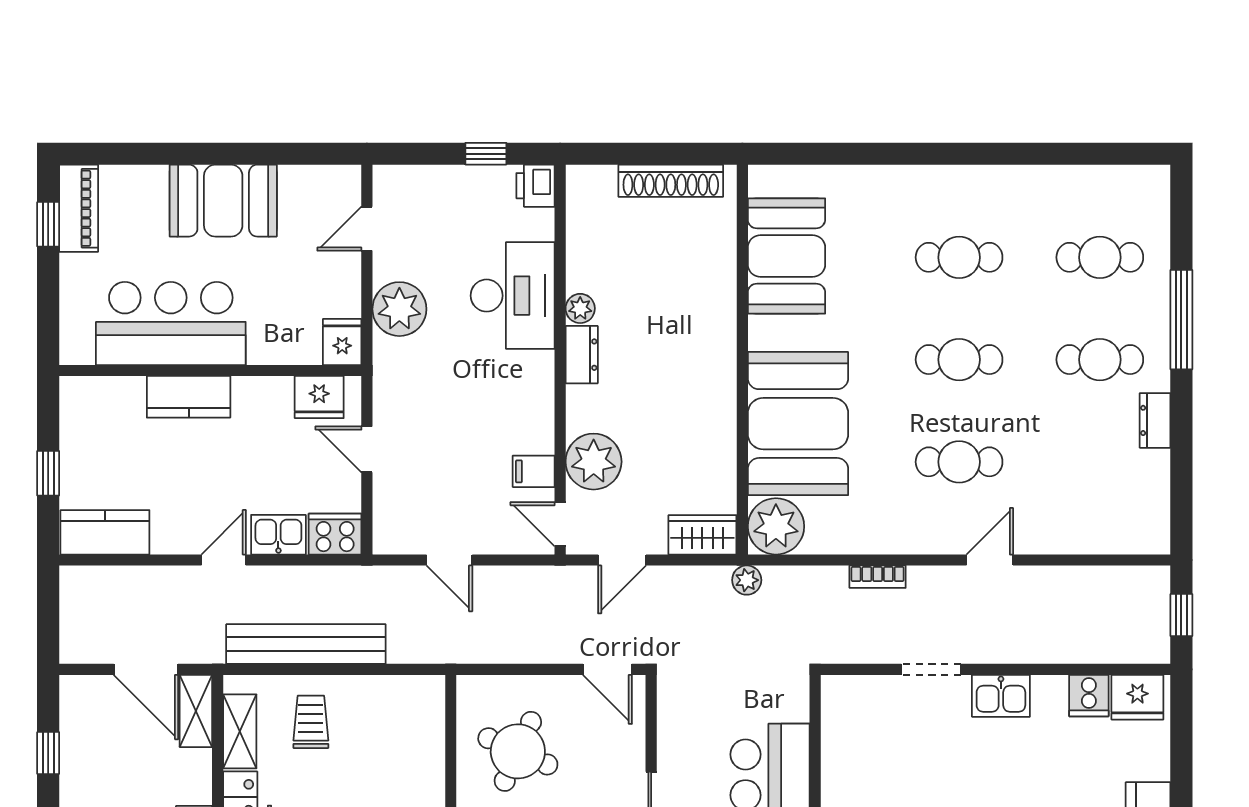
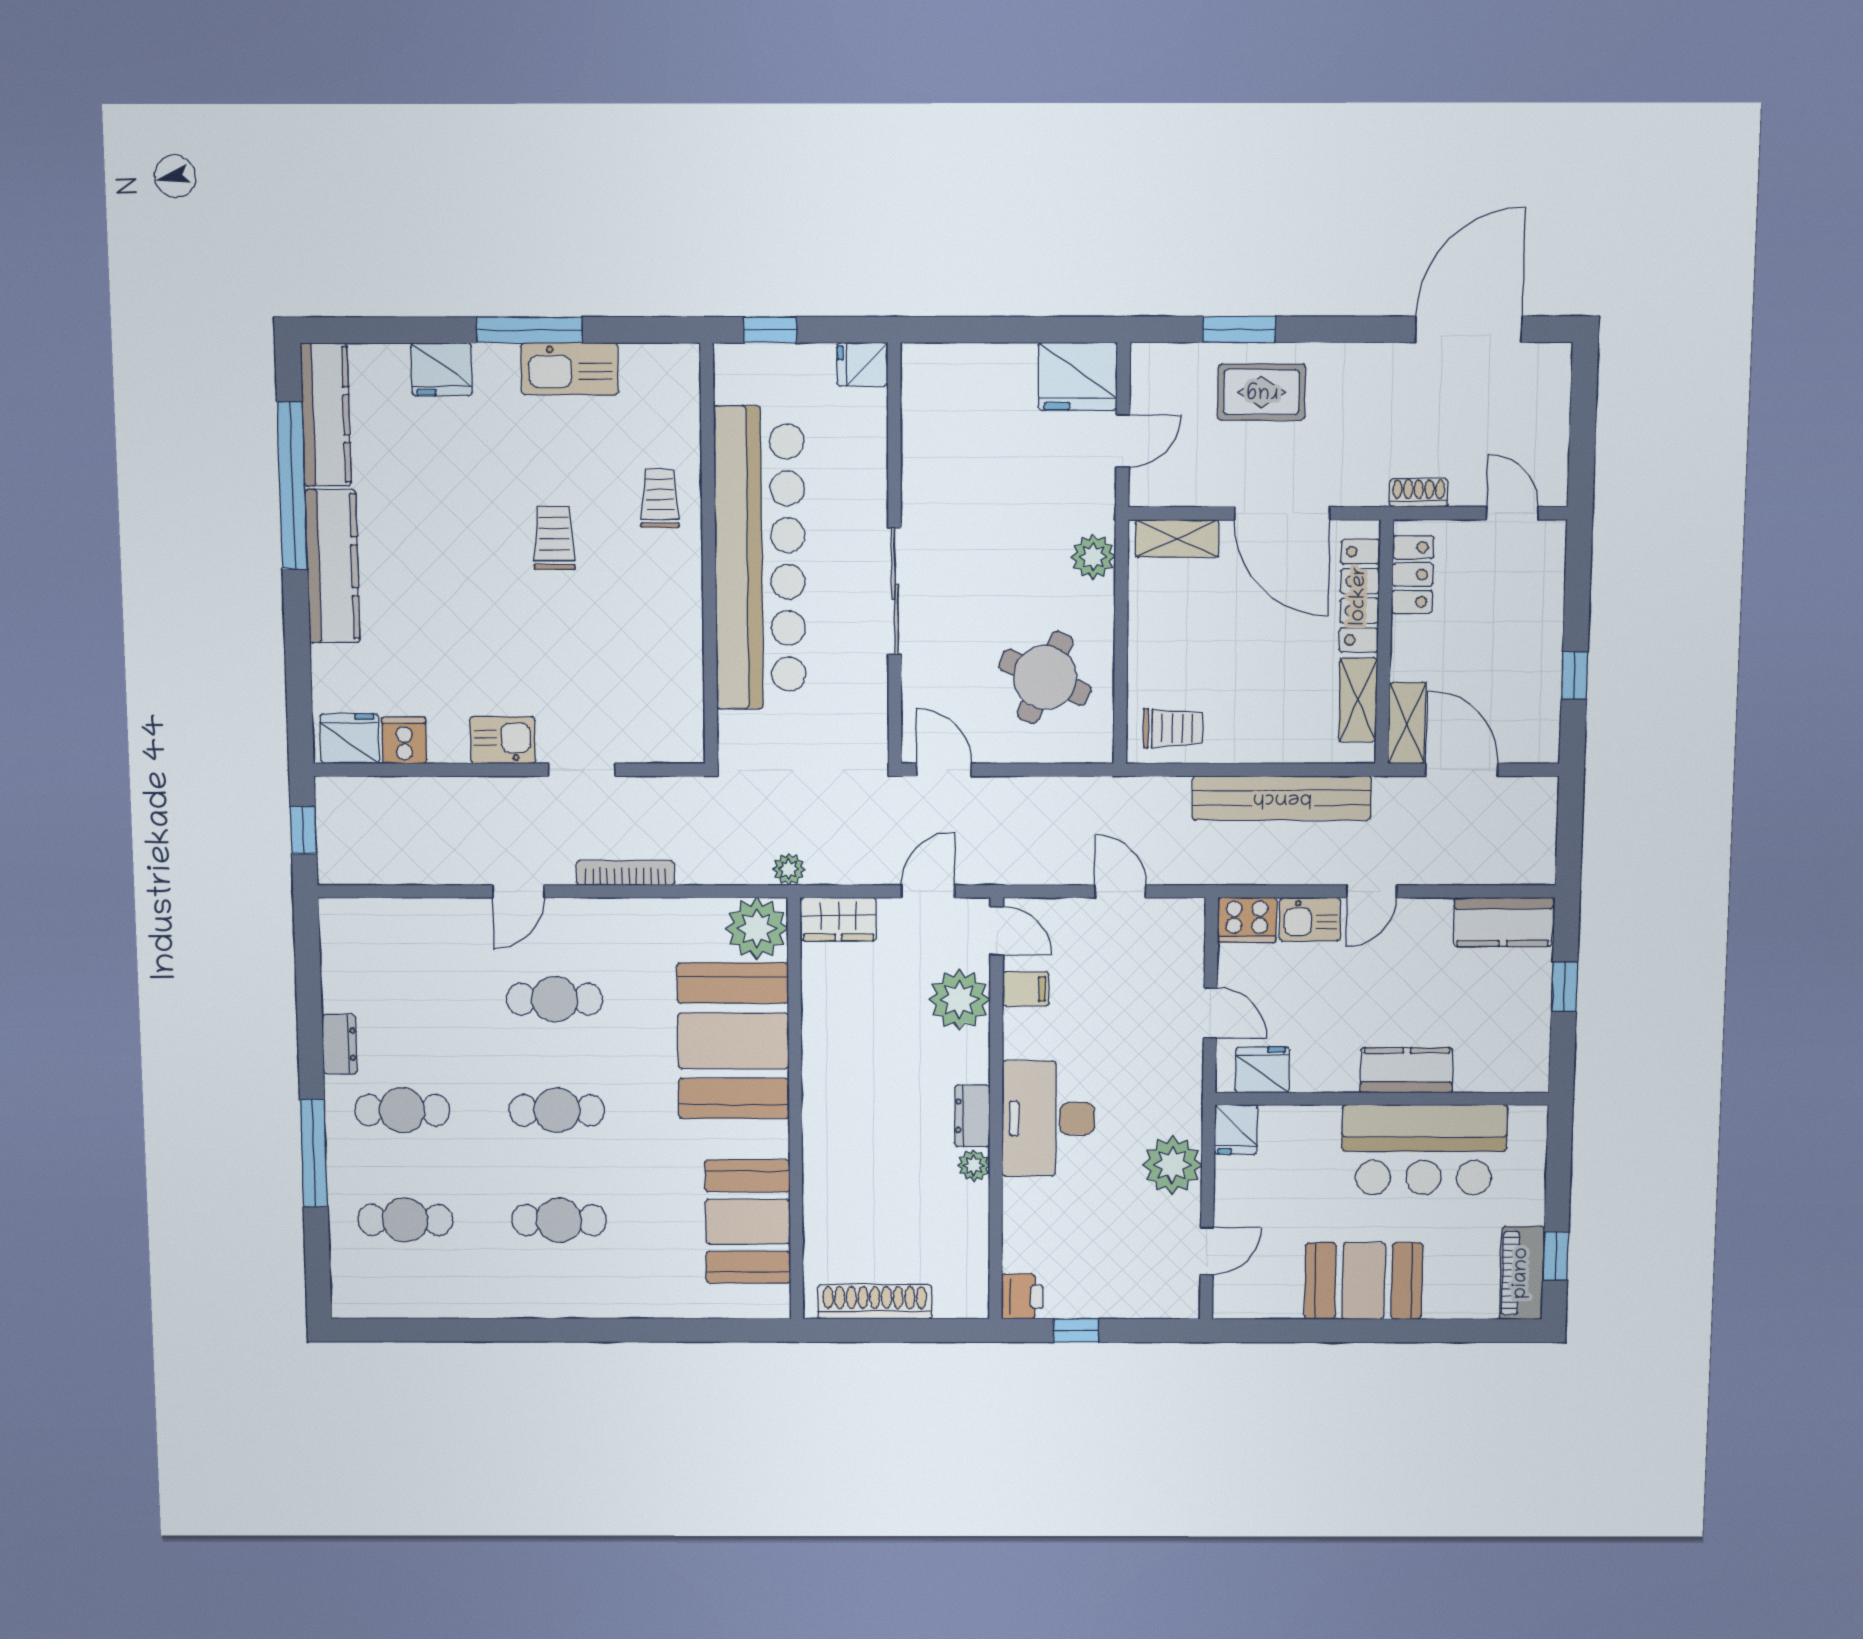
desk: (513, 296) -> (1048, 1119), moved
bookcase: (878, 577) -> (625, 873), width x1.56
trolley: (311, 722) -> (1173, 728), moved, turned -90

